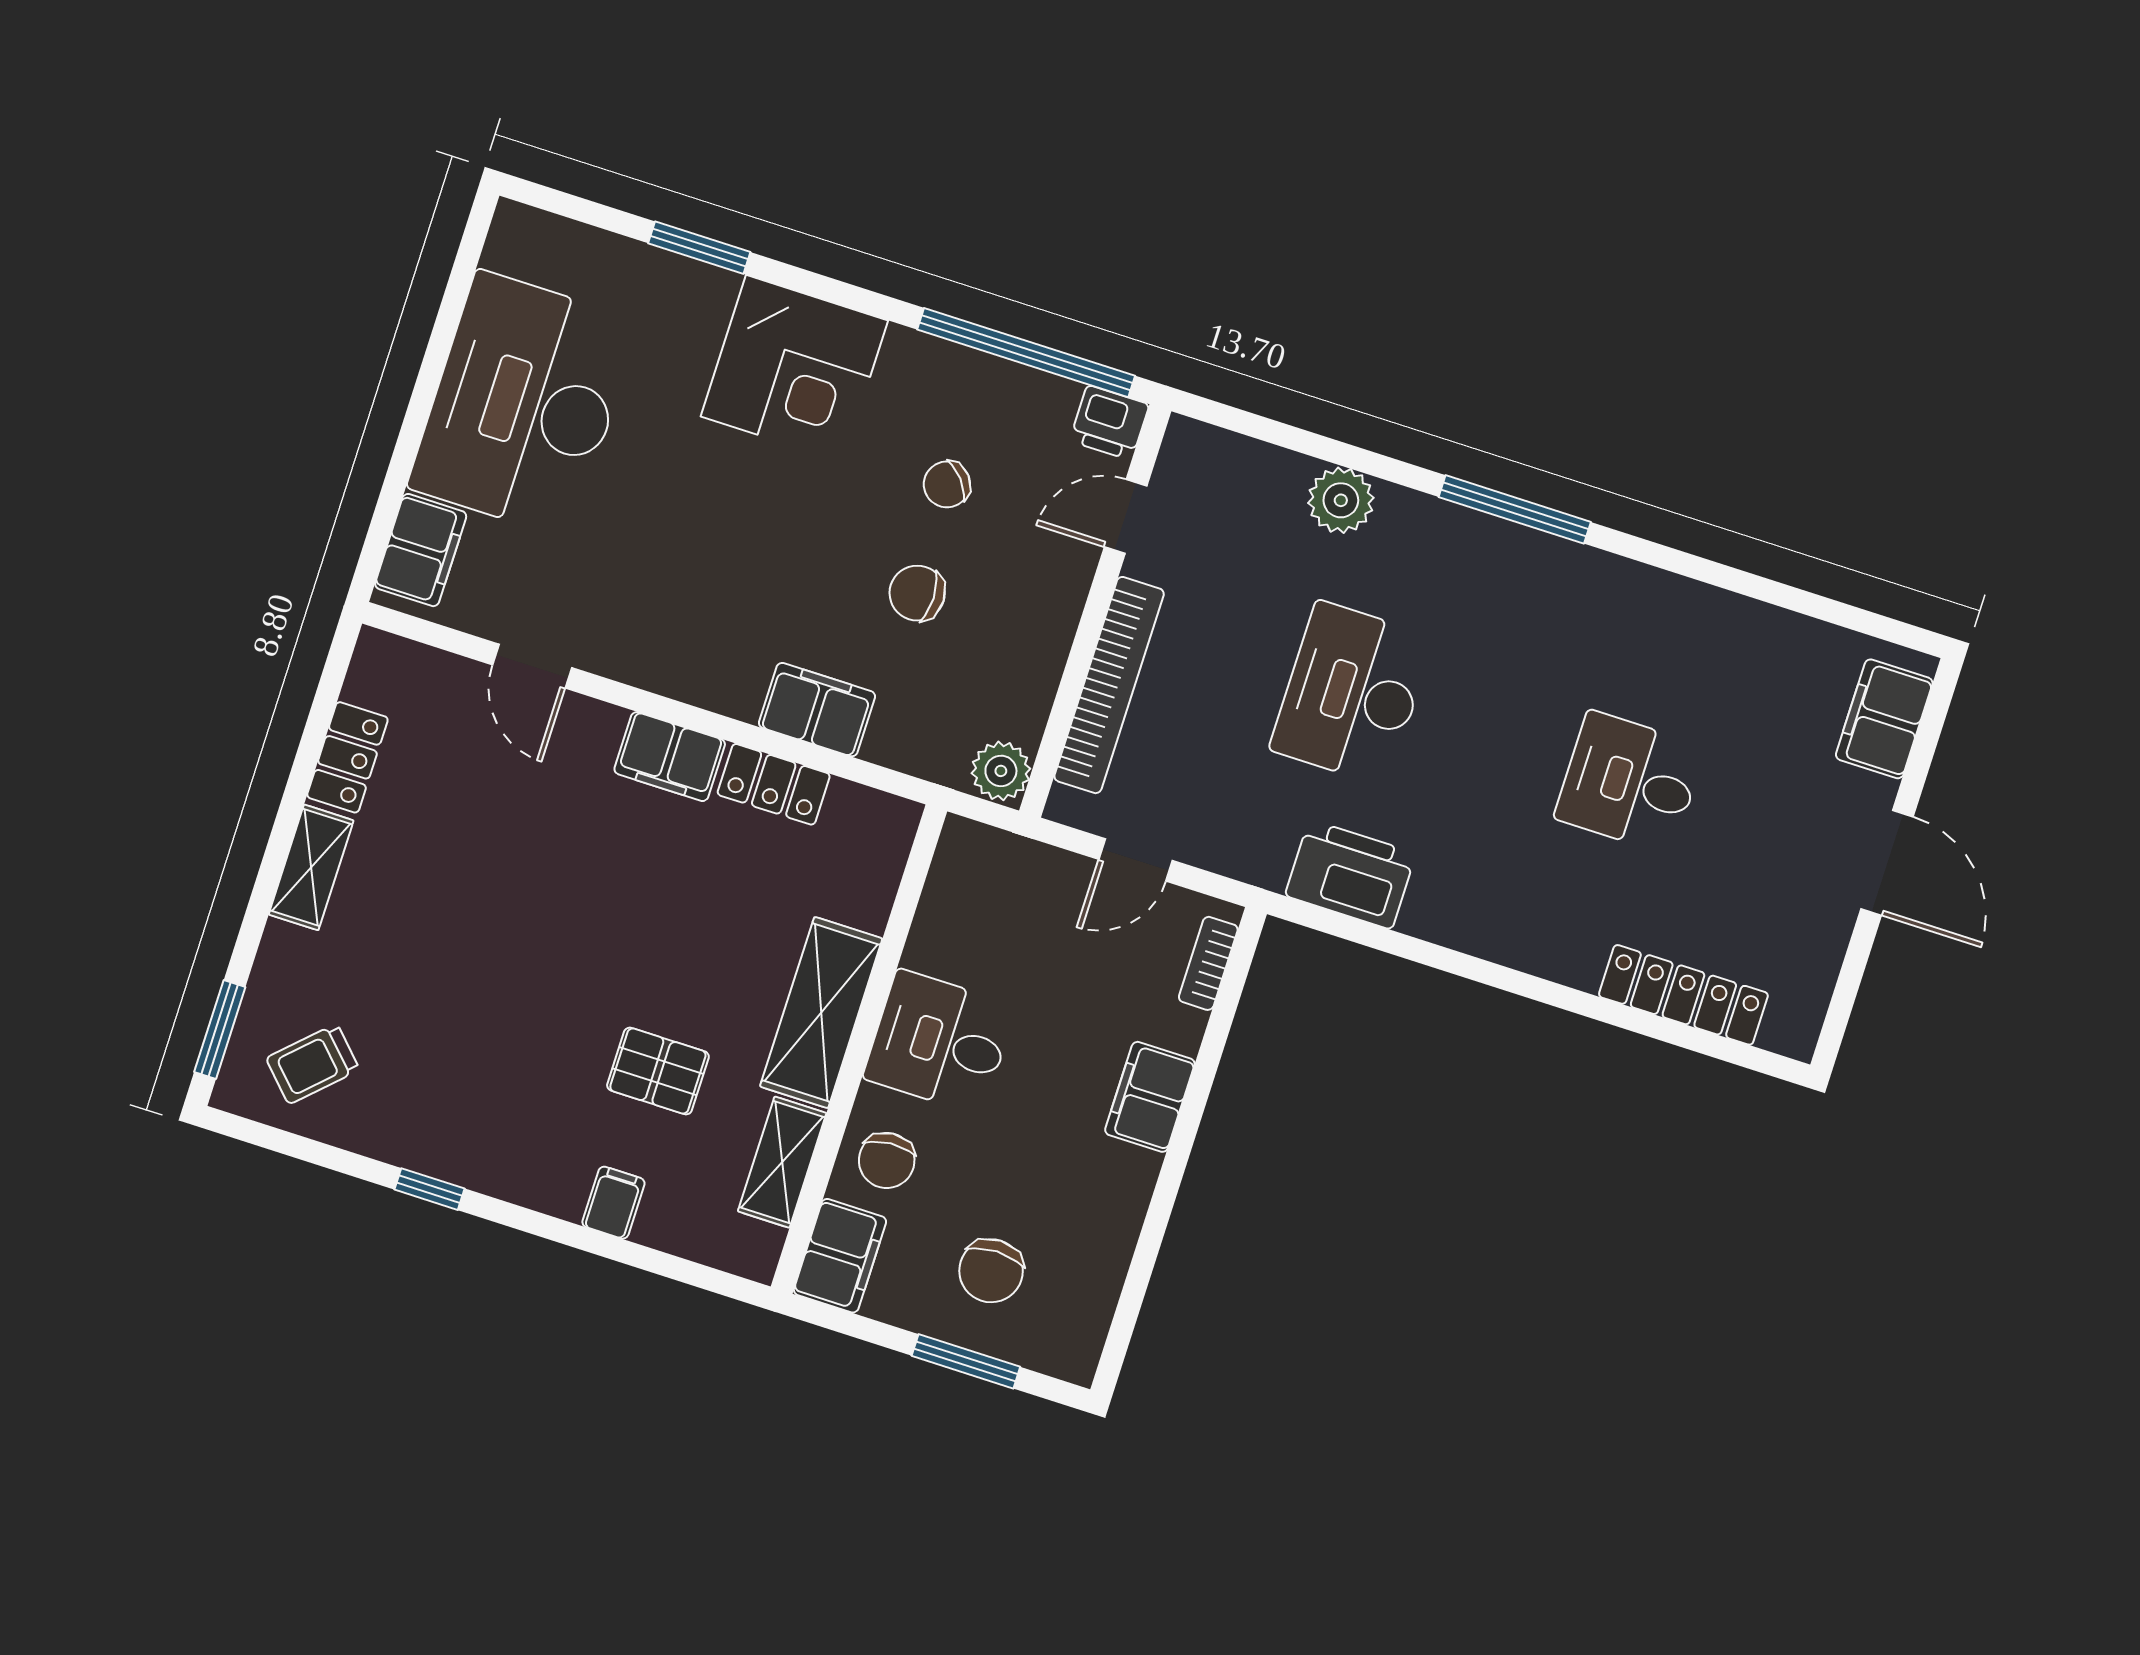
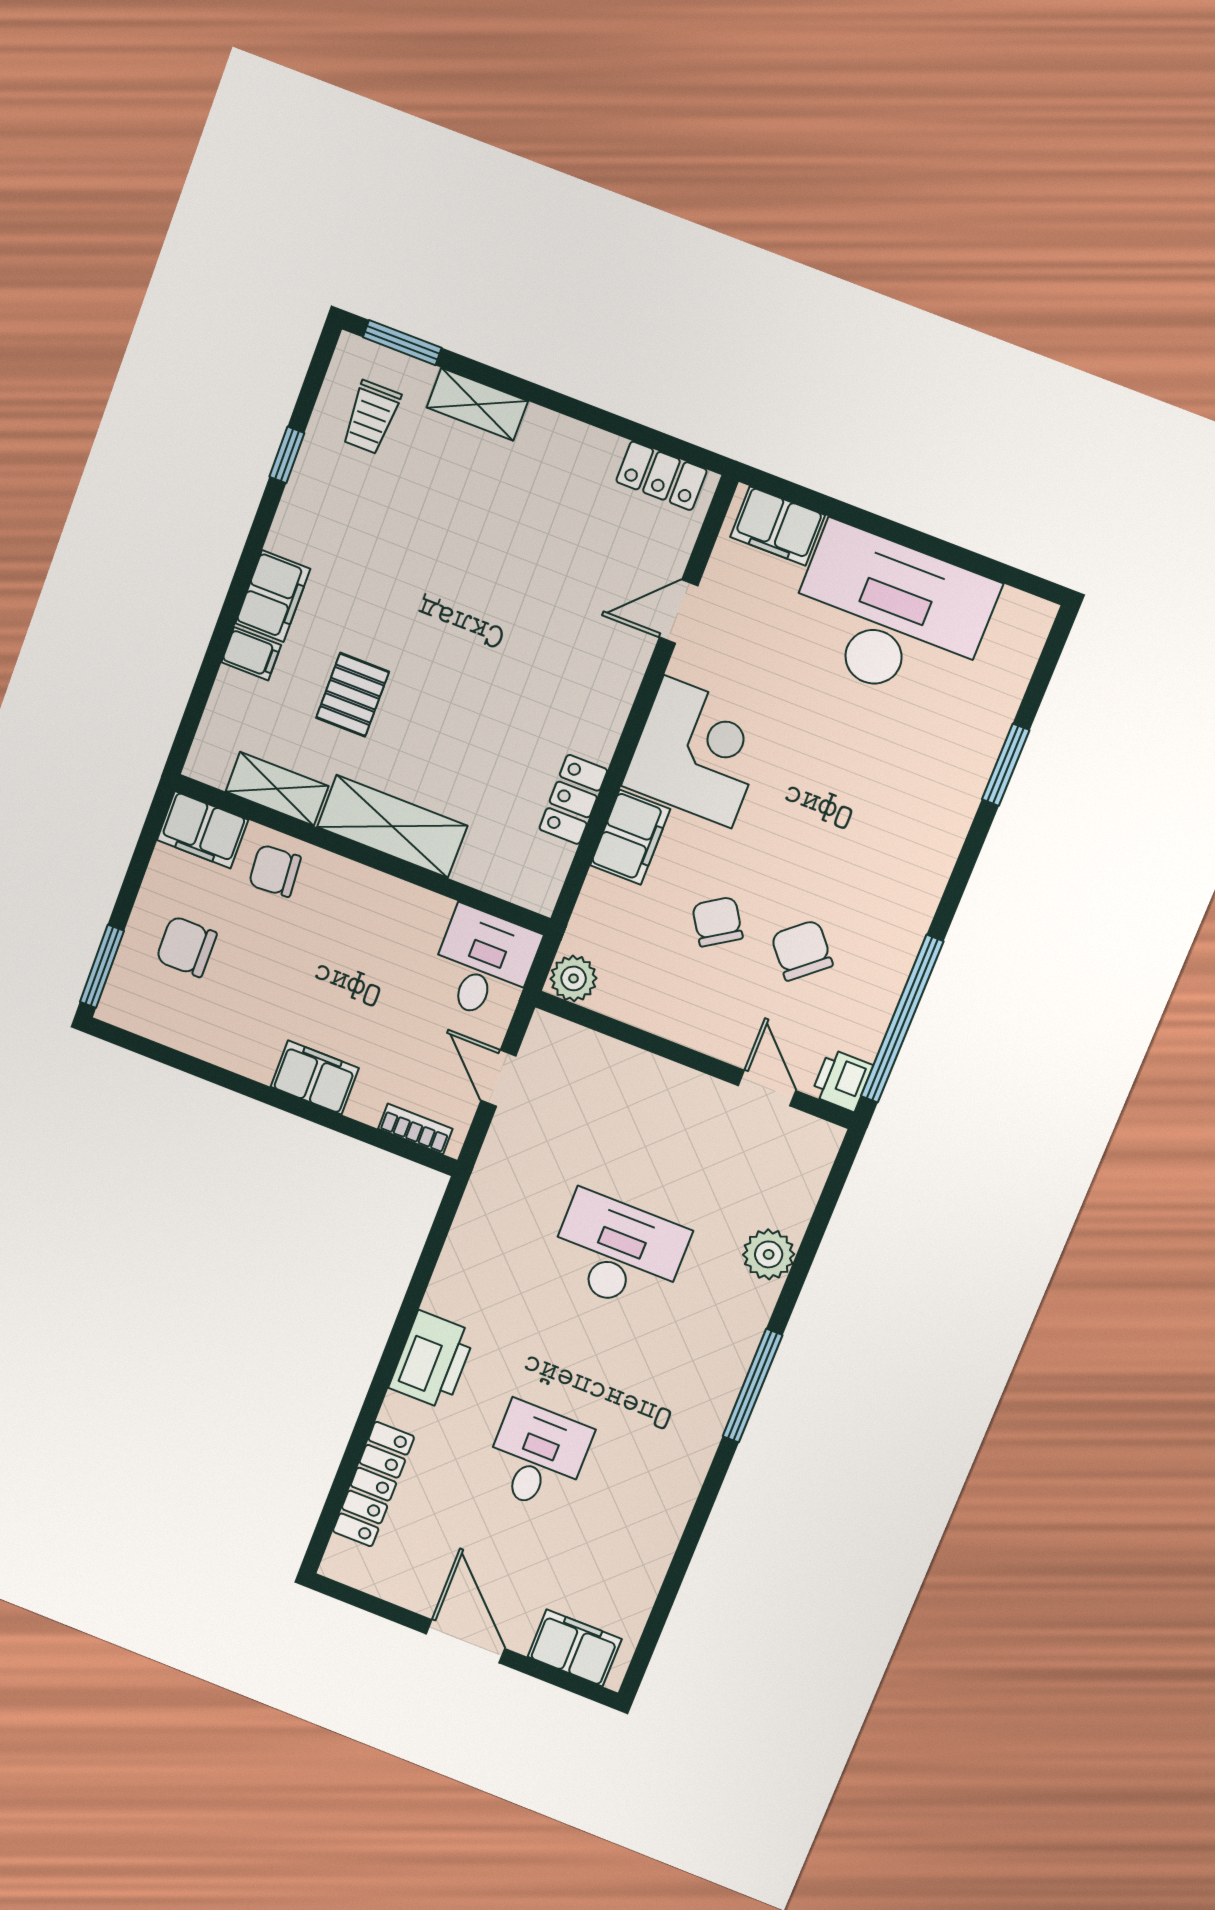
corner desk: (794, 368) -> (698, 752), moved, turned 180
chair: (947, 484) -> (802, 950), width x1.37, depth x1.37
chair: (917, 593) -> (717, 922), turned -33
bookcase: (1109, 685) -> (636, 1067), removed
locker: (347, 757) -> (661, 476), moved
filing cabinet: (670, 757) -> (273, 596), moved, turned 180
door: (1887, 863) -> (466, 1641), swing flipped
shelving: (311, 867) -> (477, 404), moved
printer: (1350, 874) -> (432, 1360), moved
desk: (940, 1042) -> (484, 964), moved
trolley: (313, 1064) -> (371, 417), turned -136
window: (429, 1189) -> (287, 455), moved
window: (966, 1361) -> (102, 966), moved

